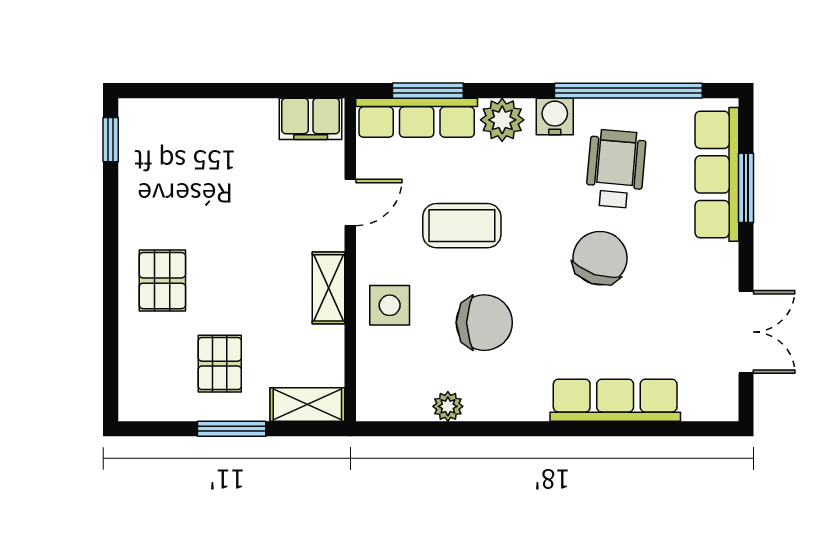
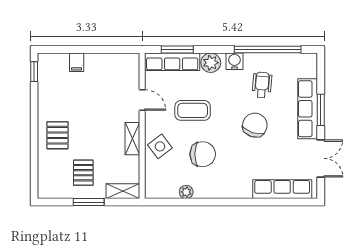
filing cabinet: (311, 119) -> (77, 62), moved, width x0.50
wheelchair: (616, 169) -> (262, 85), width x0.73, depth x0.73
row of seats: (717, 174) -> (308, 109), moved
window: (746, 188) -> (321, 110), moved
door: (350, 202) -> (142, 100), hinge flipped
side table: (390, 305) -> (160, 146), turned -37
row of seats: (615, 400) -> (282, 189), moved

